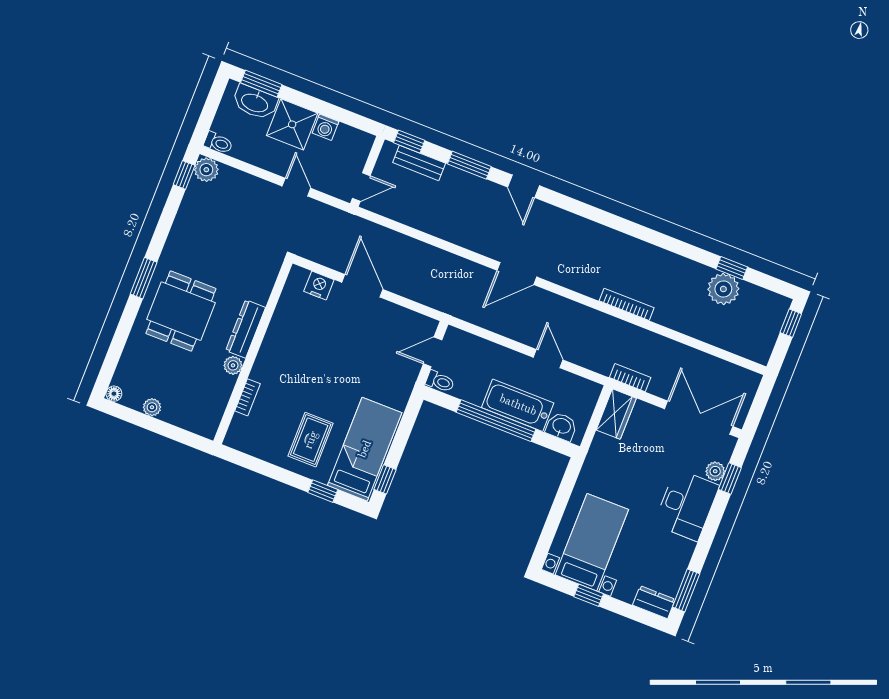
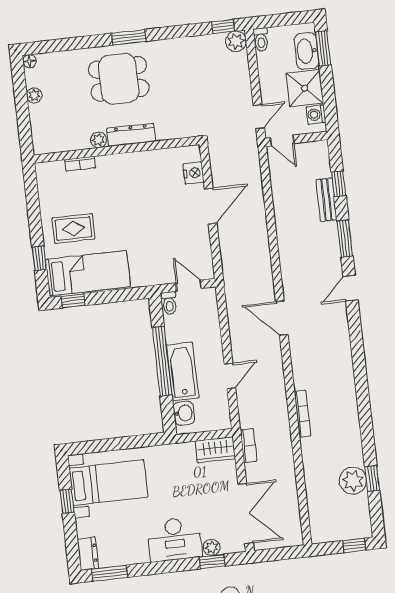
wall: (367, 171) -> (296, 139), moved
door: (361, 187) -> (282, 141), moved

